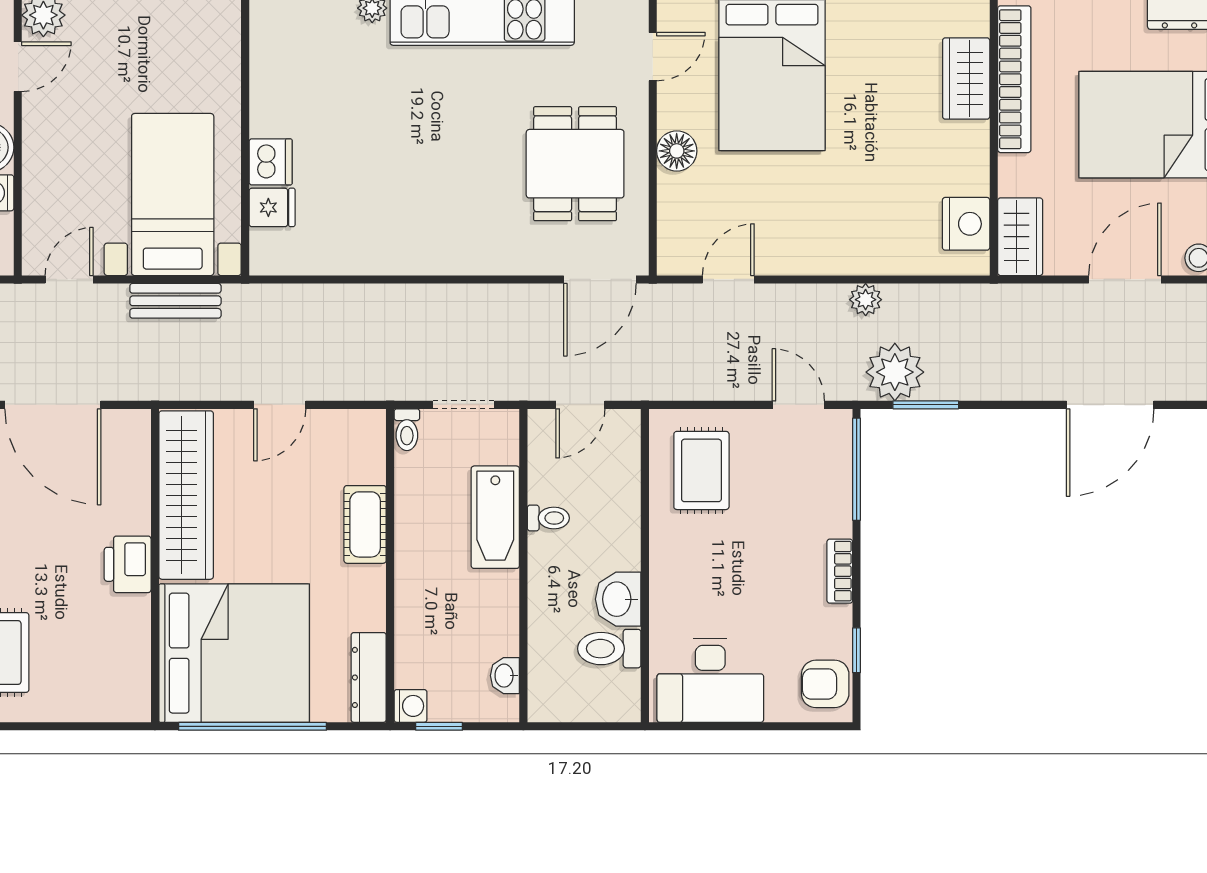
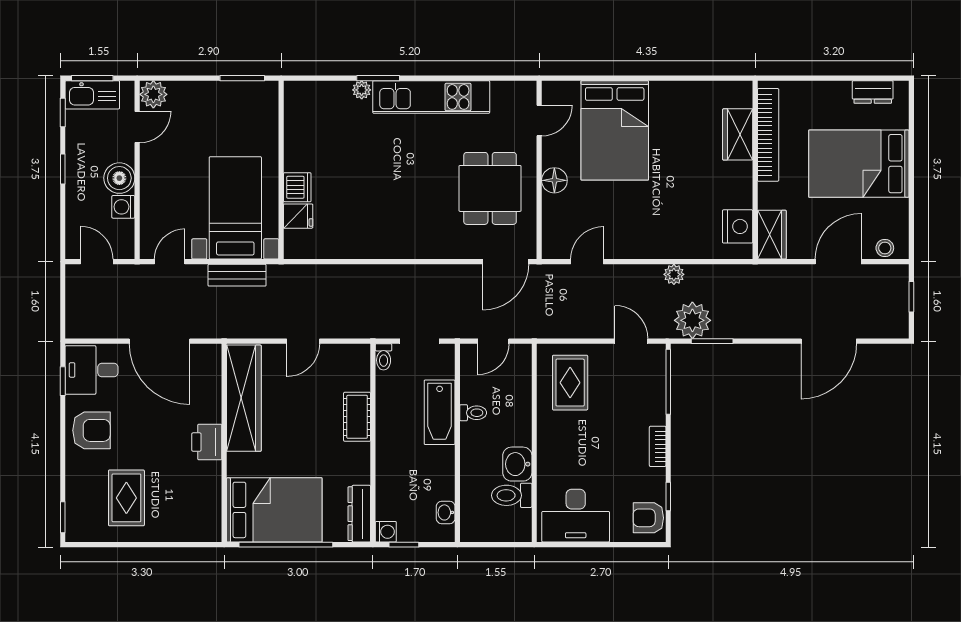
bed: (234, 653) -> (274, 510), width x0.73

